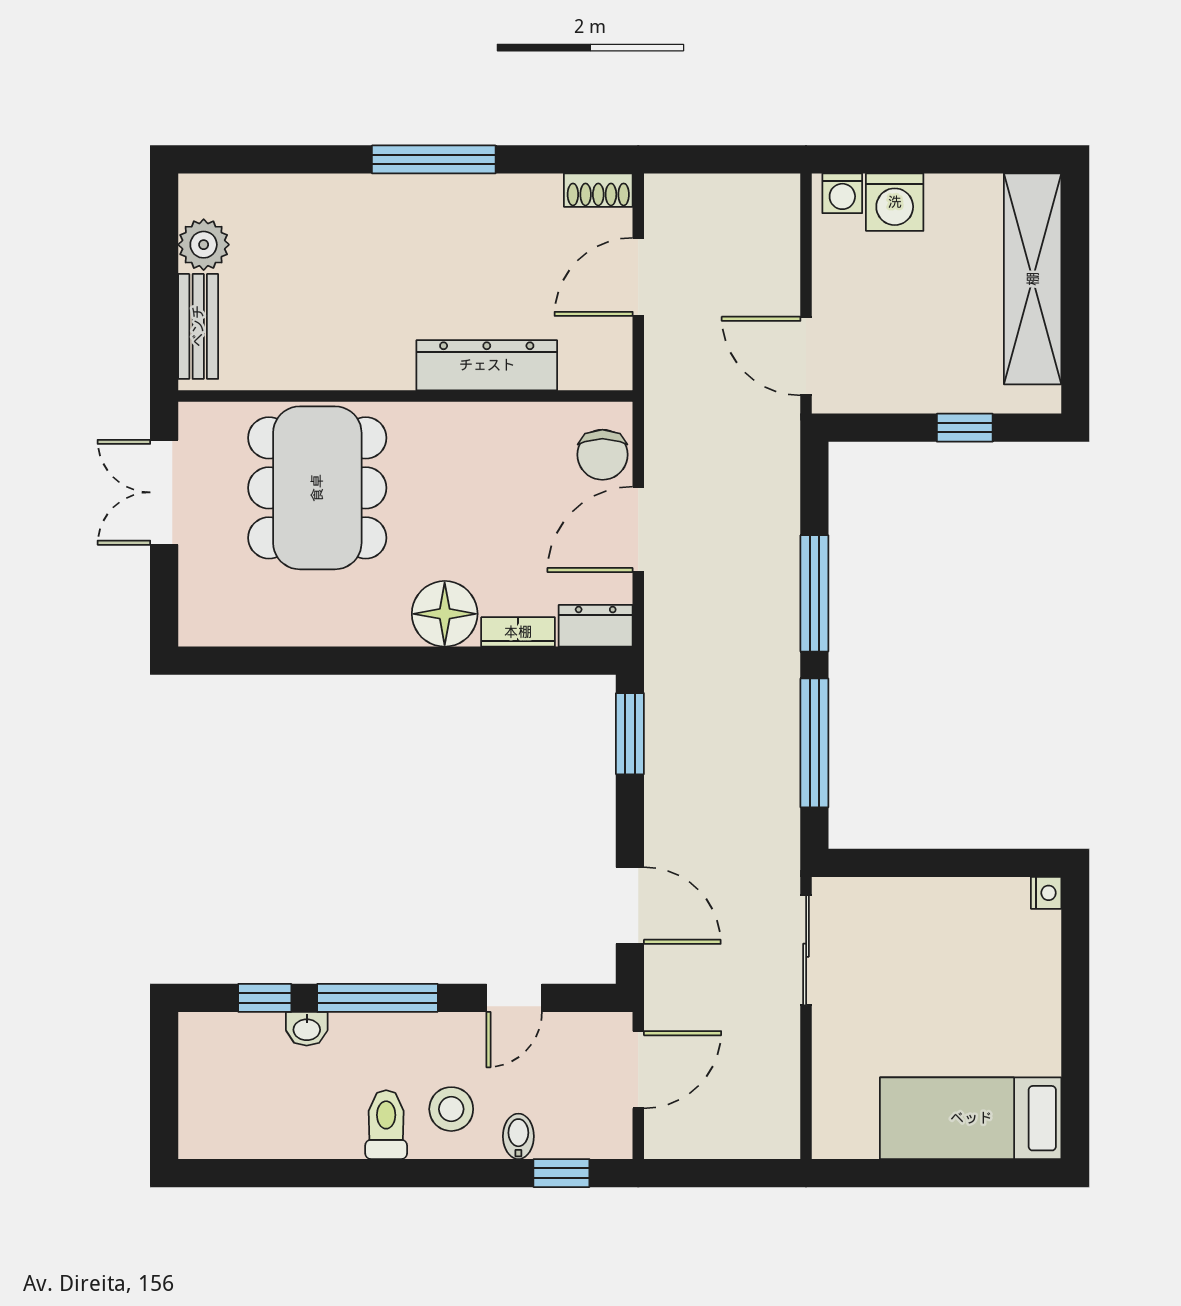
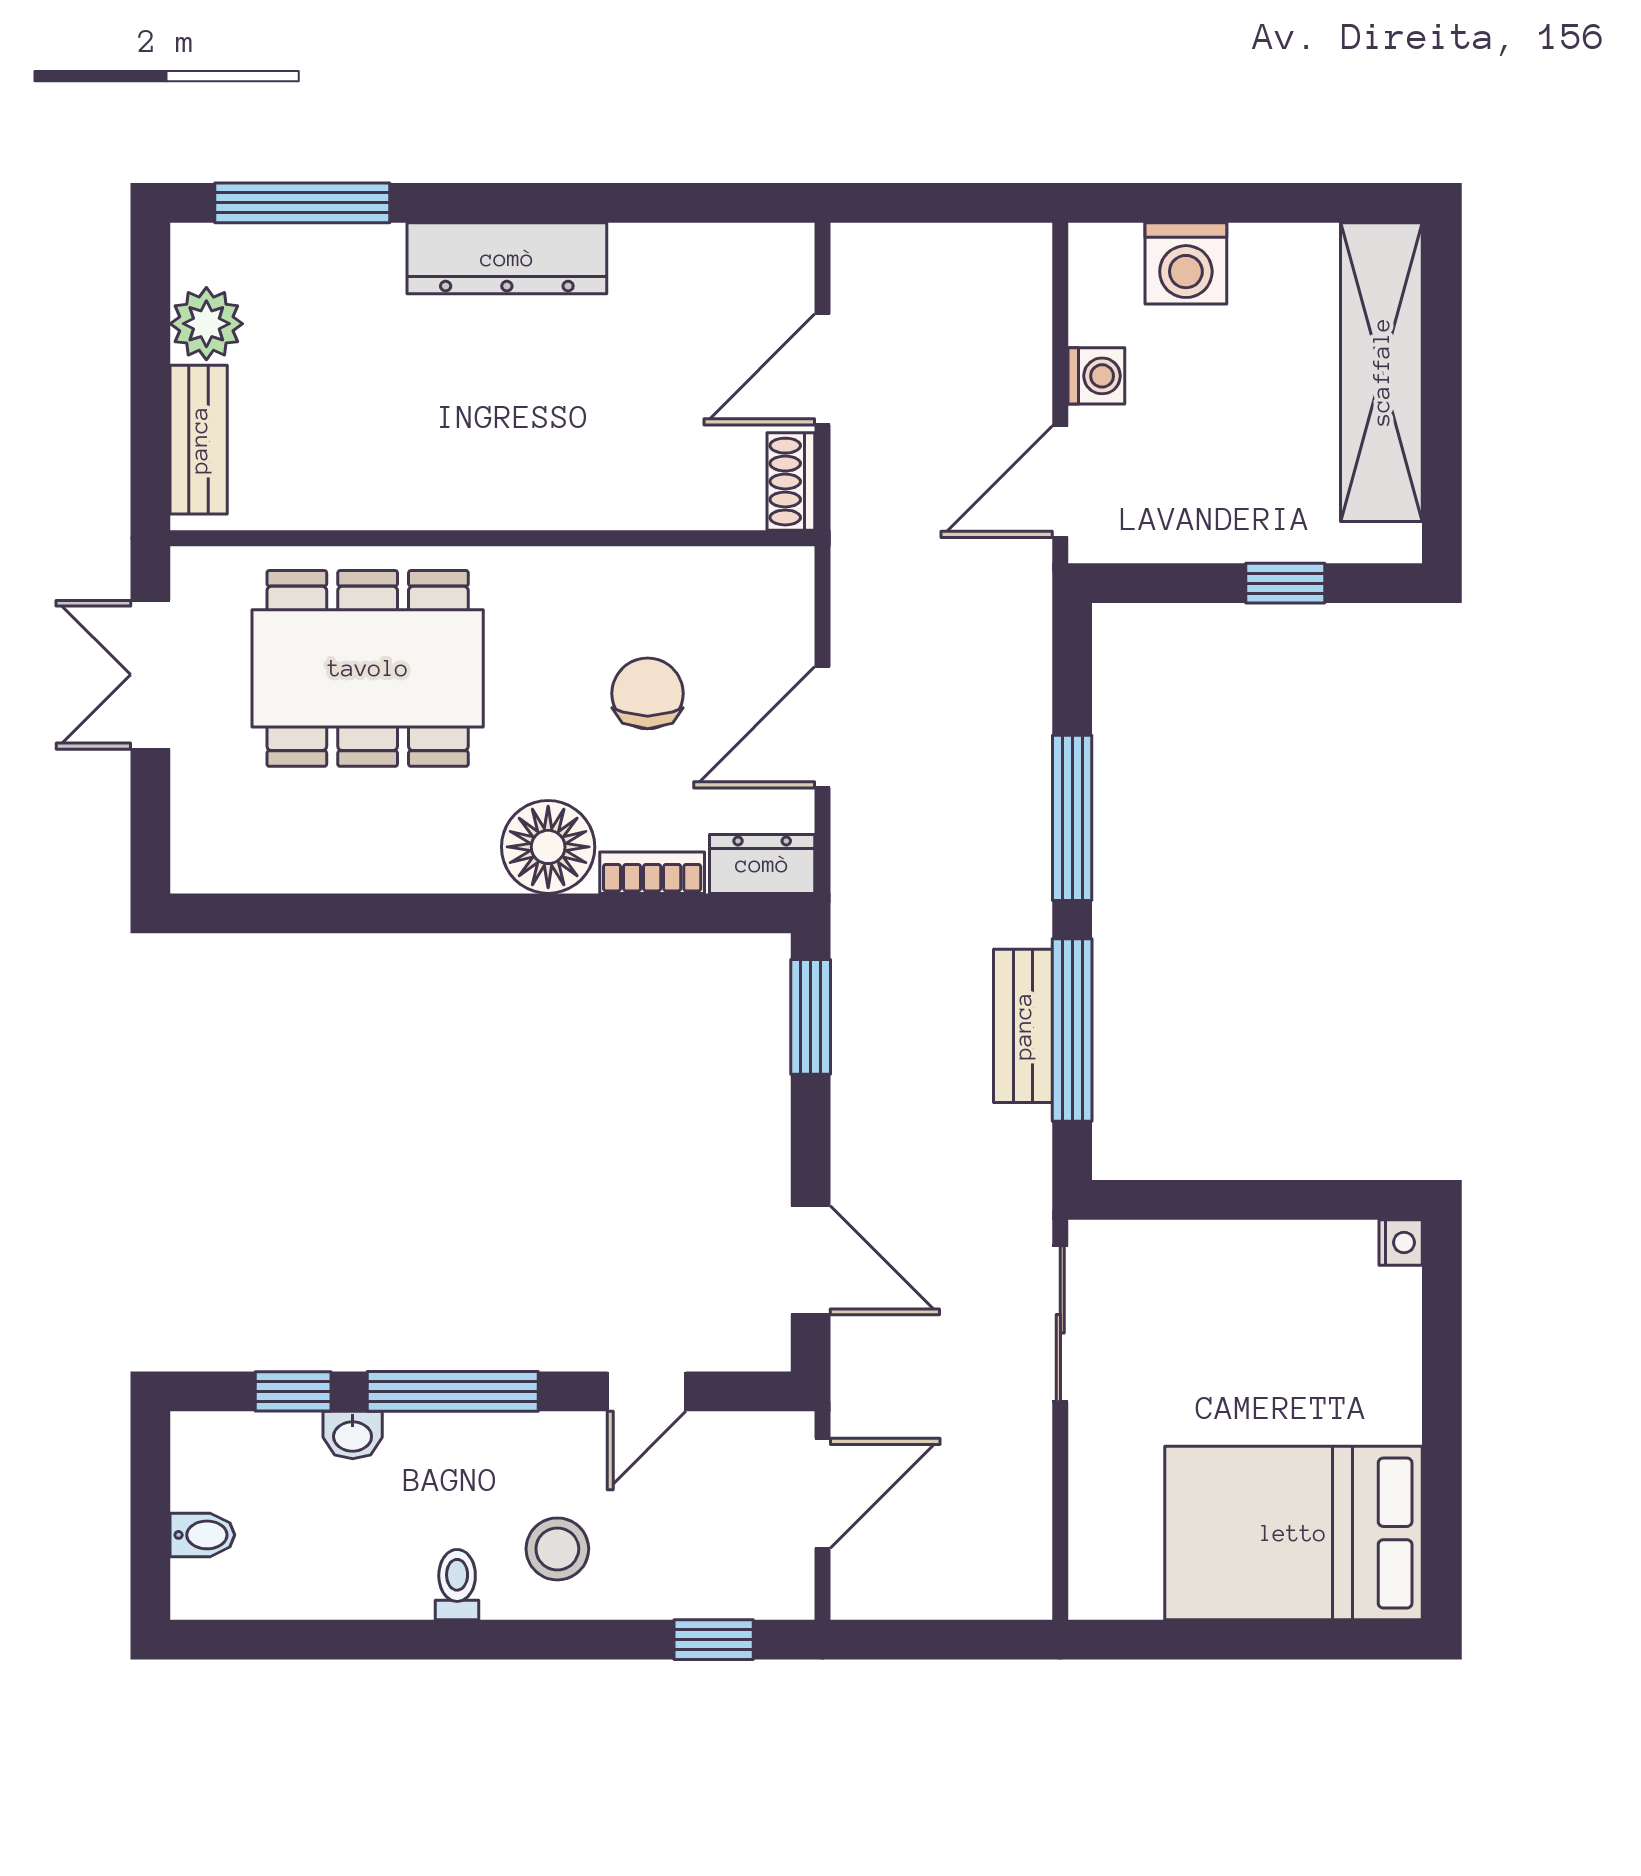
window: (434, 159) -> (302, 203), moved
shoe rack: (598, 190) -> (791, 482), moved, turned 90
washing machine: (842, 193) -> (1096, 376), moved, turned -90
door: (806, 356) -> (1060, 482), hinge flipped
dresser: (487, 365) -> (507, 258), moved, turned 180
chair: (602, 455) -> (648, 693), moved, turned 180
dining table: (317, 488) -> (368, 668), turned 90
bench: (780, 740) -> (1023, 1026), added
bed: (971, 1118) -> (1293, 1533), width x1.50
toilet: (386, 1125) -> (457, 1585), width x0.73, depth x0.72
bidet: (518, 1136) -> (202, 1535), moved, turned 90

